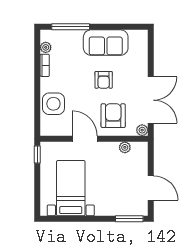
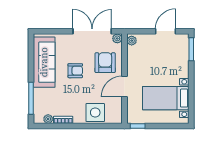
sofa: (106, 43) -> (44, 62), width x1.36
armchair: (113, 116) -> (105, 63), turned 90
plant: (125, 147) -> (132, 41), moved

